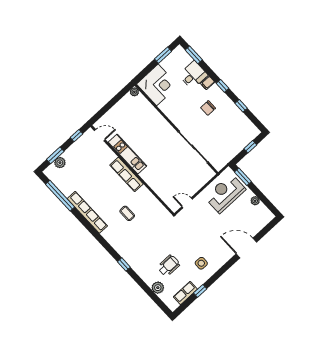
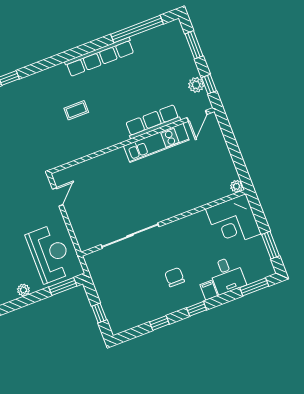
plant: (60, 163) -> (196, 85), moved
row of seats: (127, 174) -> (153, 122), moved

